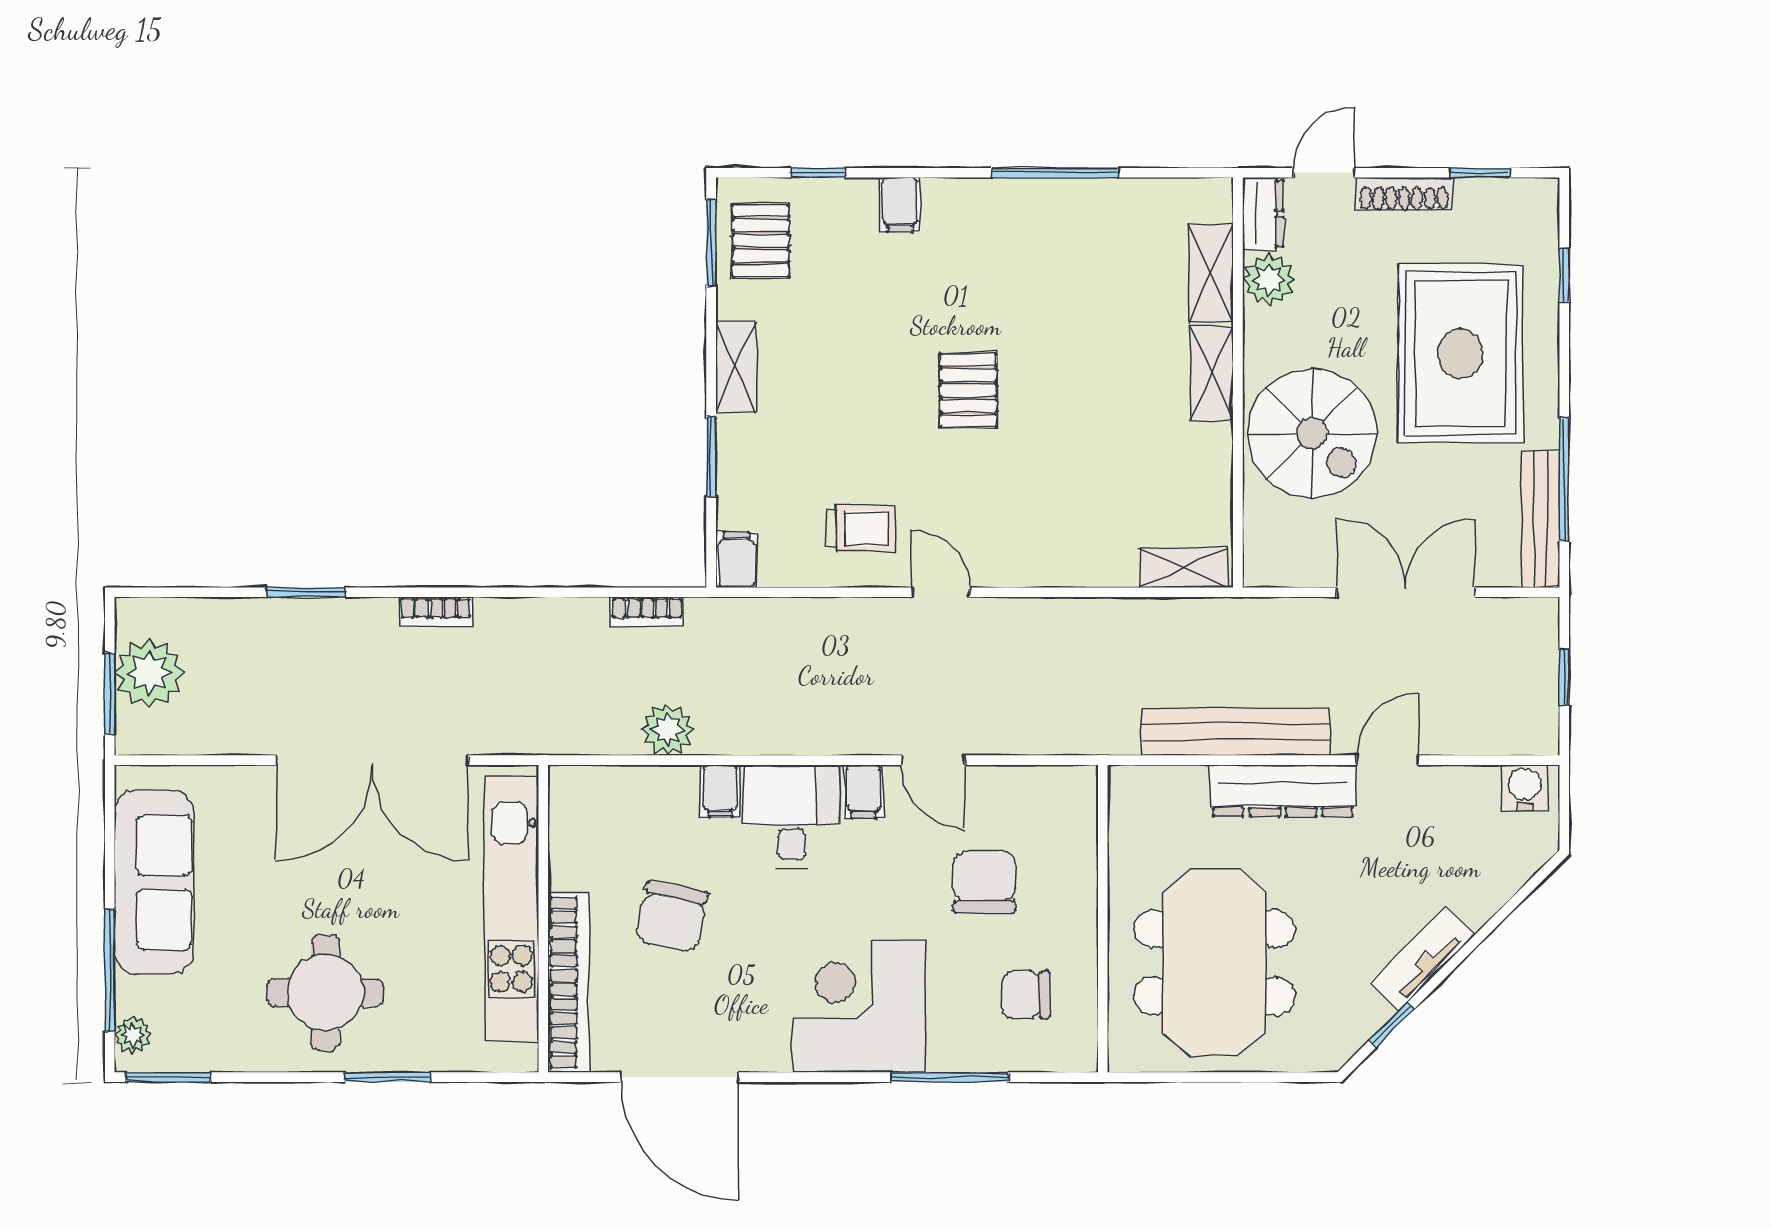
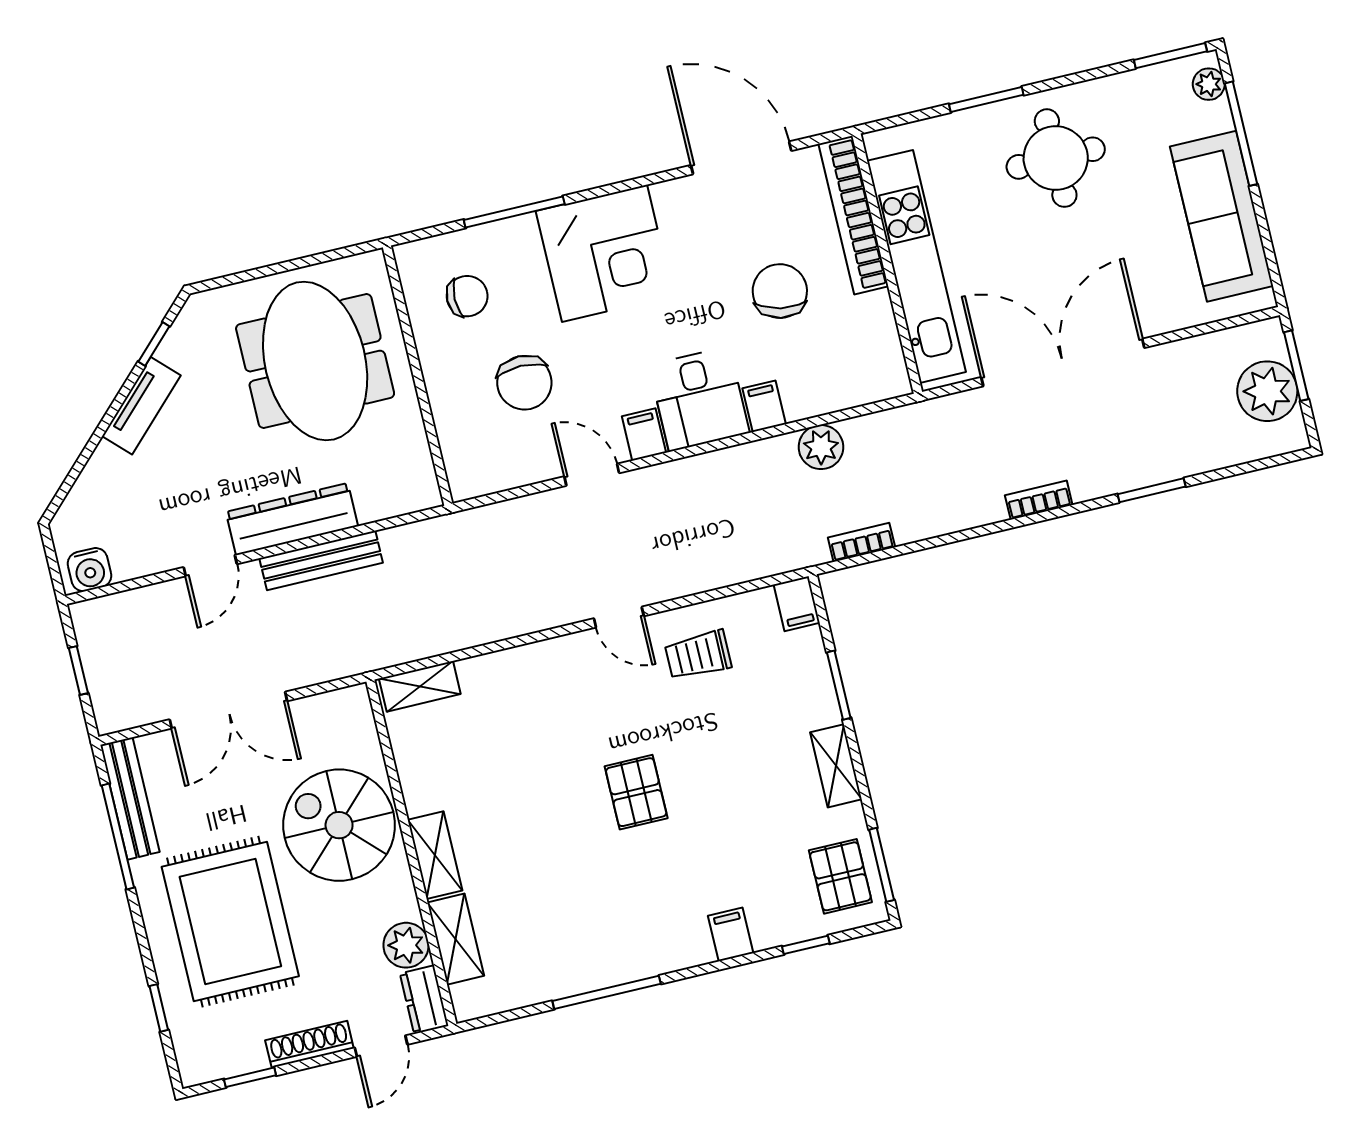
bench: (1236, 732) -> (321, 560), width x0.73, depth x0.82

